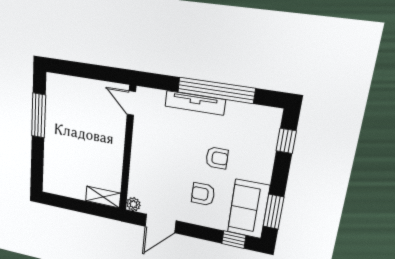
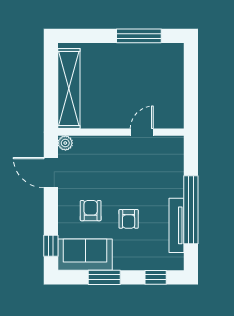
door: (131, 103) -> (142, 132), moved
tv unit: (195, 103) -> (176, 225), moved
shelving: (103, 197) -> (69, 89), width x2.20, depth x1.33
window: (273, 212) -> (104, 277), moved

